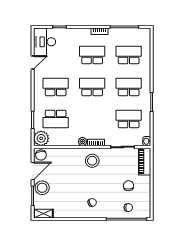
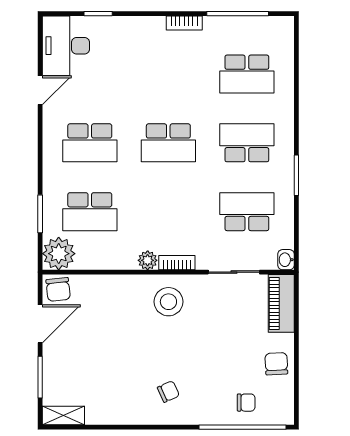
school desk: (92, 55) -> (168, 74), removed
school desk: (129, 55) -> (247, 74), turned 180
school desk: (56, 87) -> (90, 143), turned 180
school desk: (92, 87) -> (168, 143), turned 180
chair: (128, 186) -> (276, 364), moved
stool: (42, 188) -> (61, 360), removed

